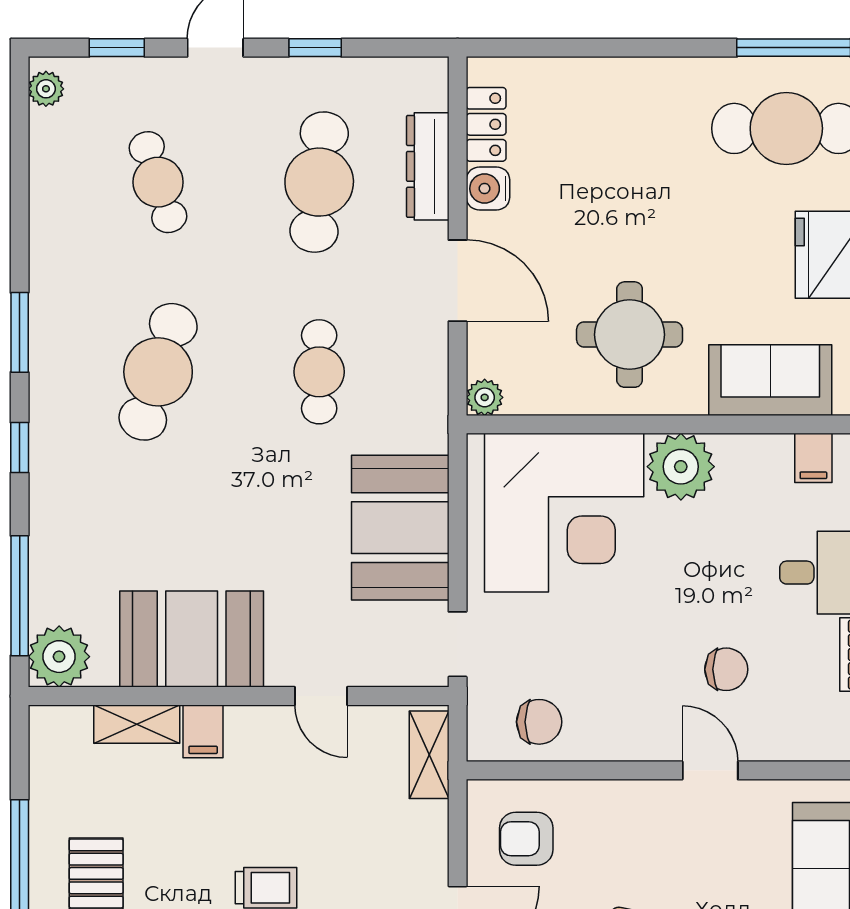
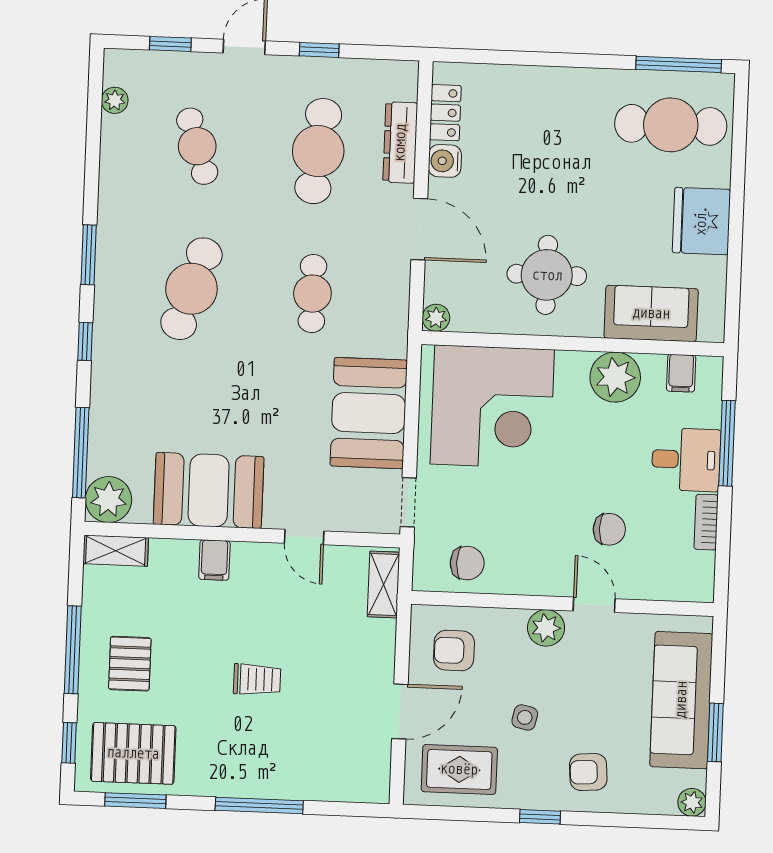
plant: (46, 89) -> (115, 100), moved
plant: (681, 467) -> (615, 377), moved
shelving: (137, 724) -> (116, 551), moved
plant: (647, 804) -> (546, 628), added

